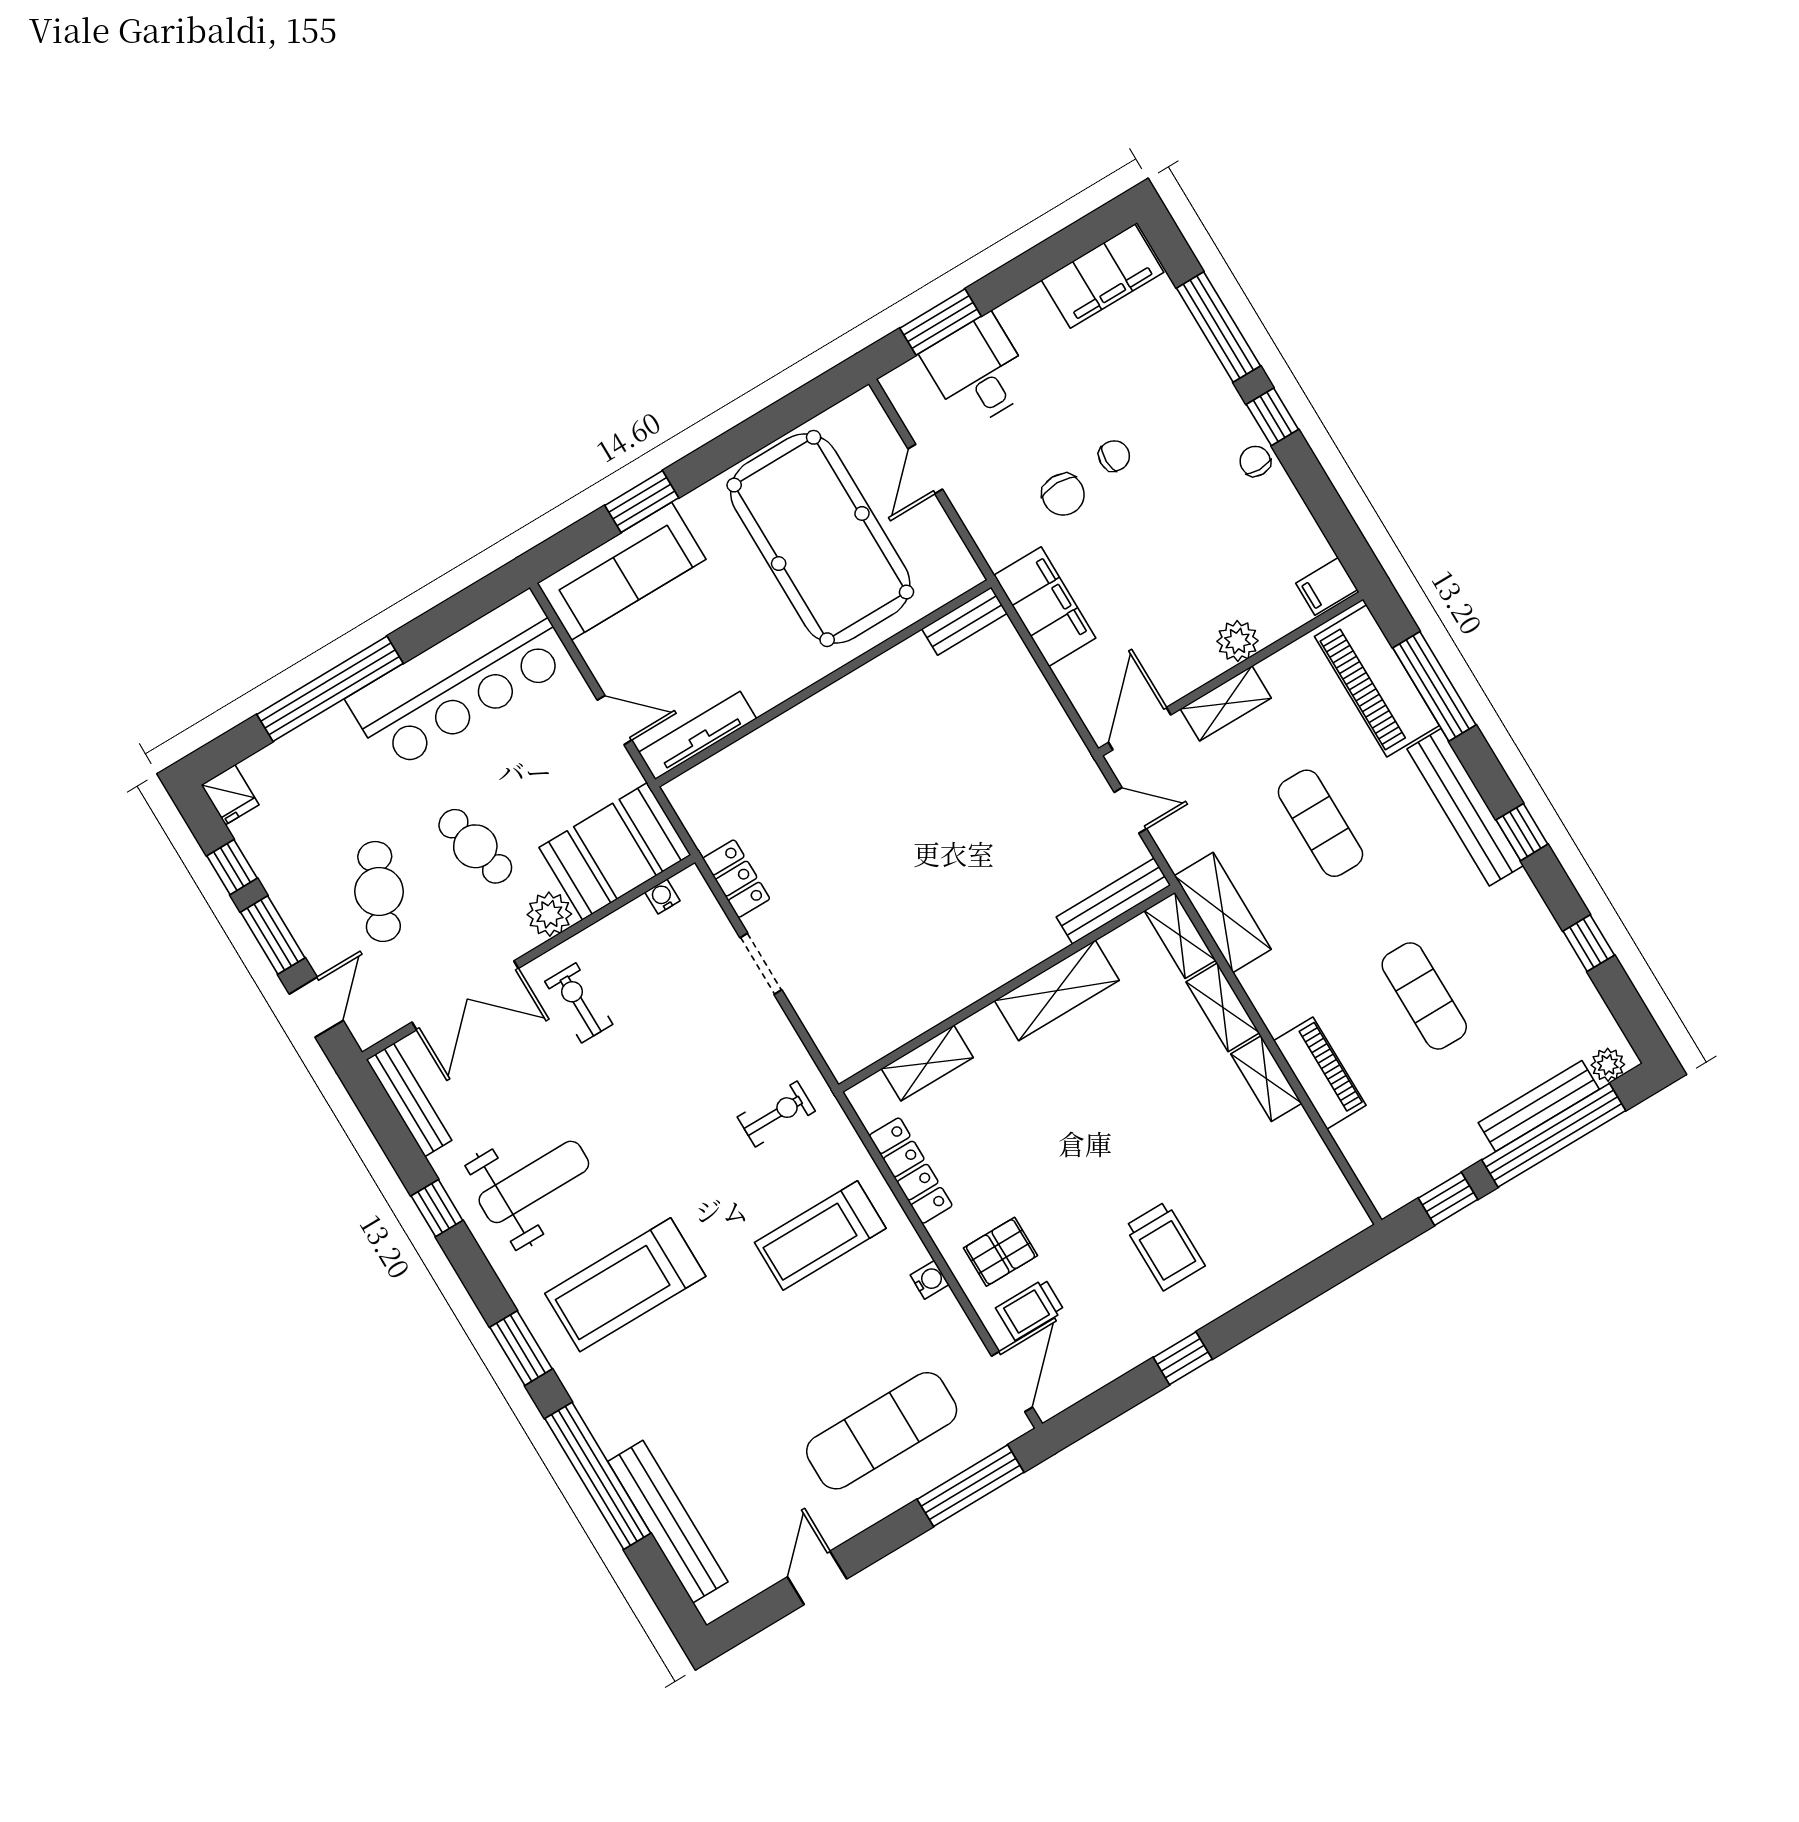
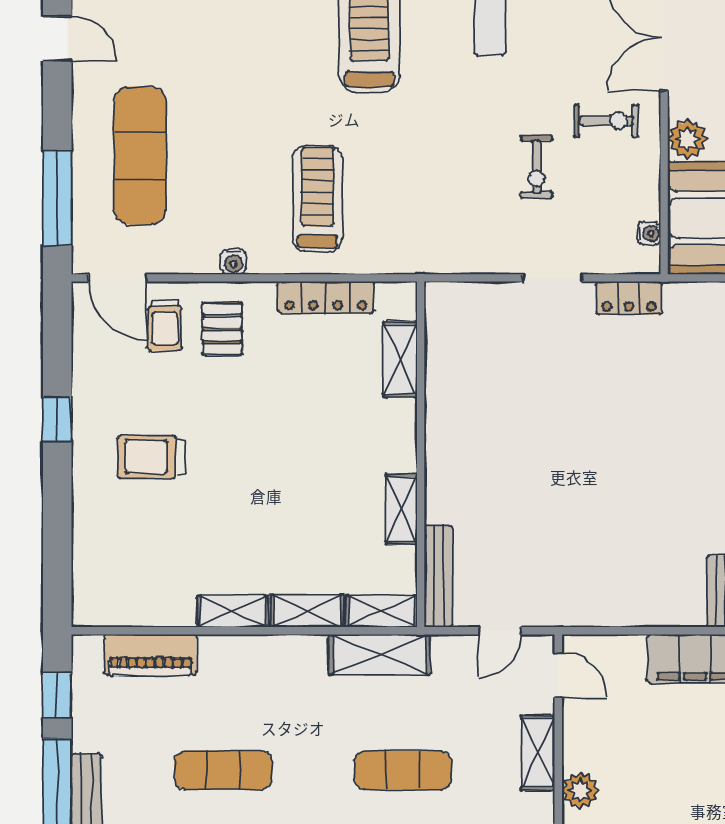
door: (1140, 729) -> (558, 675), width x0.73
shelving: (1057, 990) -> (401, 509), width x0.67, depth x0.75
piano: (1320, 1073) -> (150, 655), moved
exercise bike: (776, 1114) -> (536, 167), moved
trolley: (1030, 1309) -> (165, 325), turned 180

